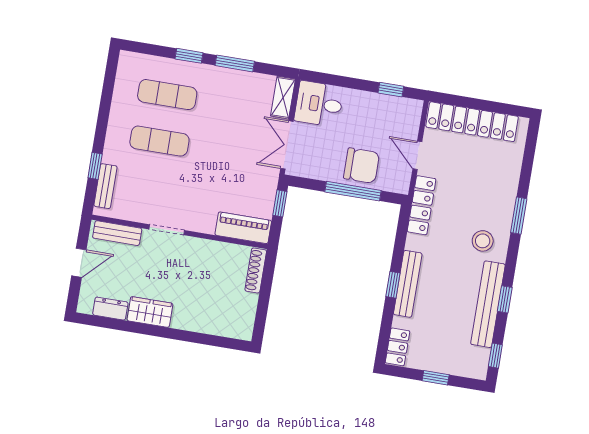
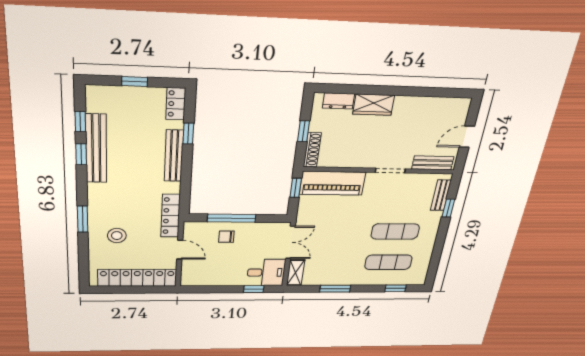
window: (189, 56) -> (396, 288), moved
window: (391, 90) -> (254, 289), moved
chair: (361, 166) -> (226, 237), width x0.54, depth x0.54
window: (280, 203) -> (296, 188), moved
piano: (243, 228) -> (332, 183), width x1.37, depth x1.33
stool: (483, 241) -> (117, 236), moved
window: (393, 285) -> (188, 134), moved
window: (264, 295) -> (303, 131), added
dresser: (110, 309) -> (338, 101), moved
wardrobe: (150, 312) -> (374, 105), moved
window: (495, 356) -> (80, 122), moved

